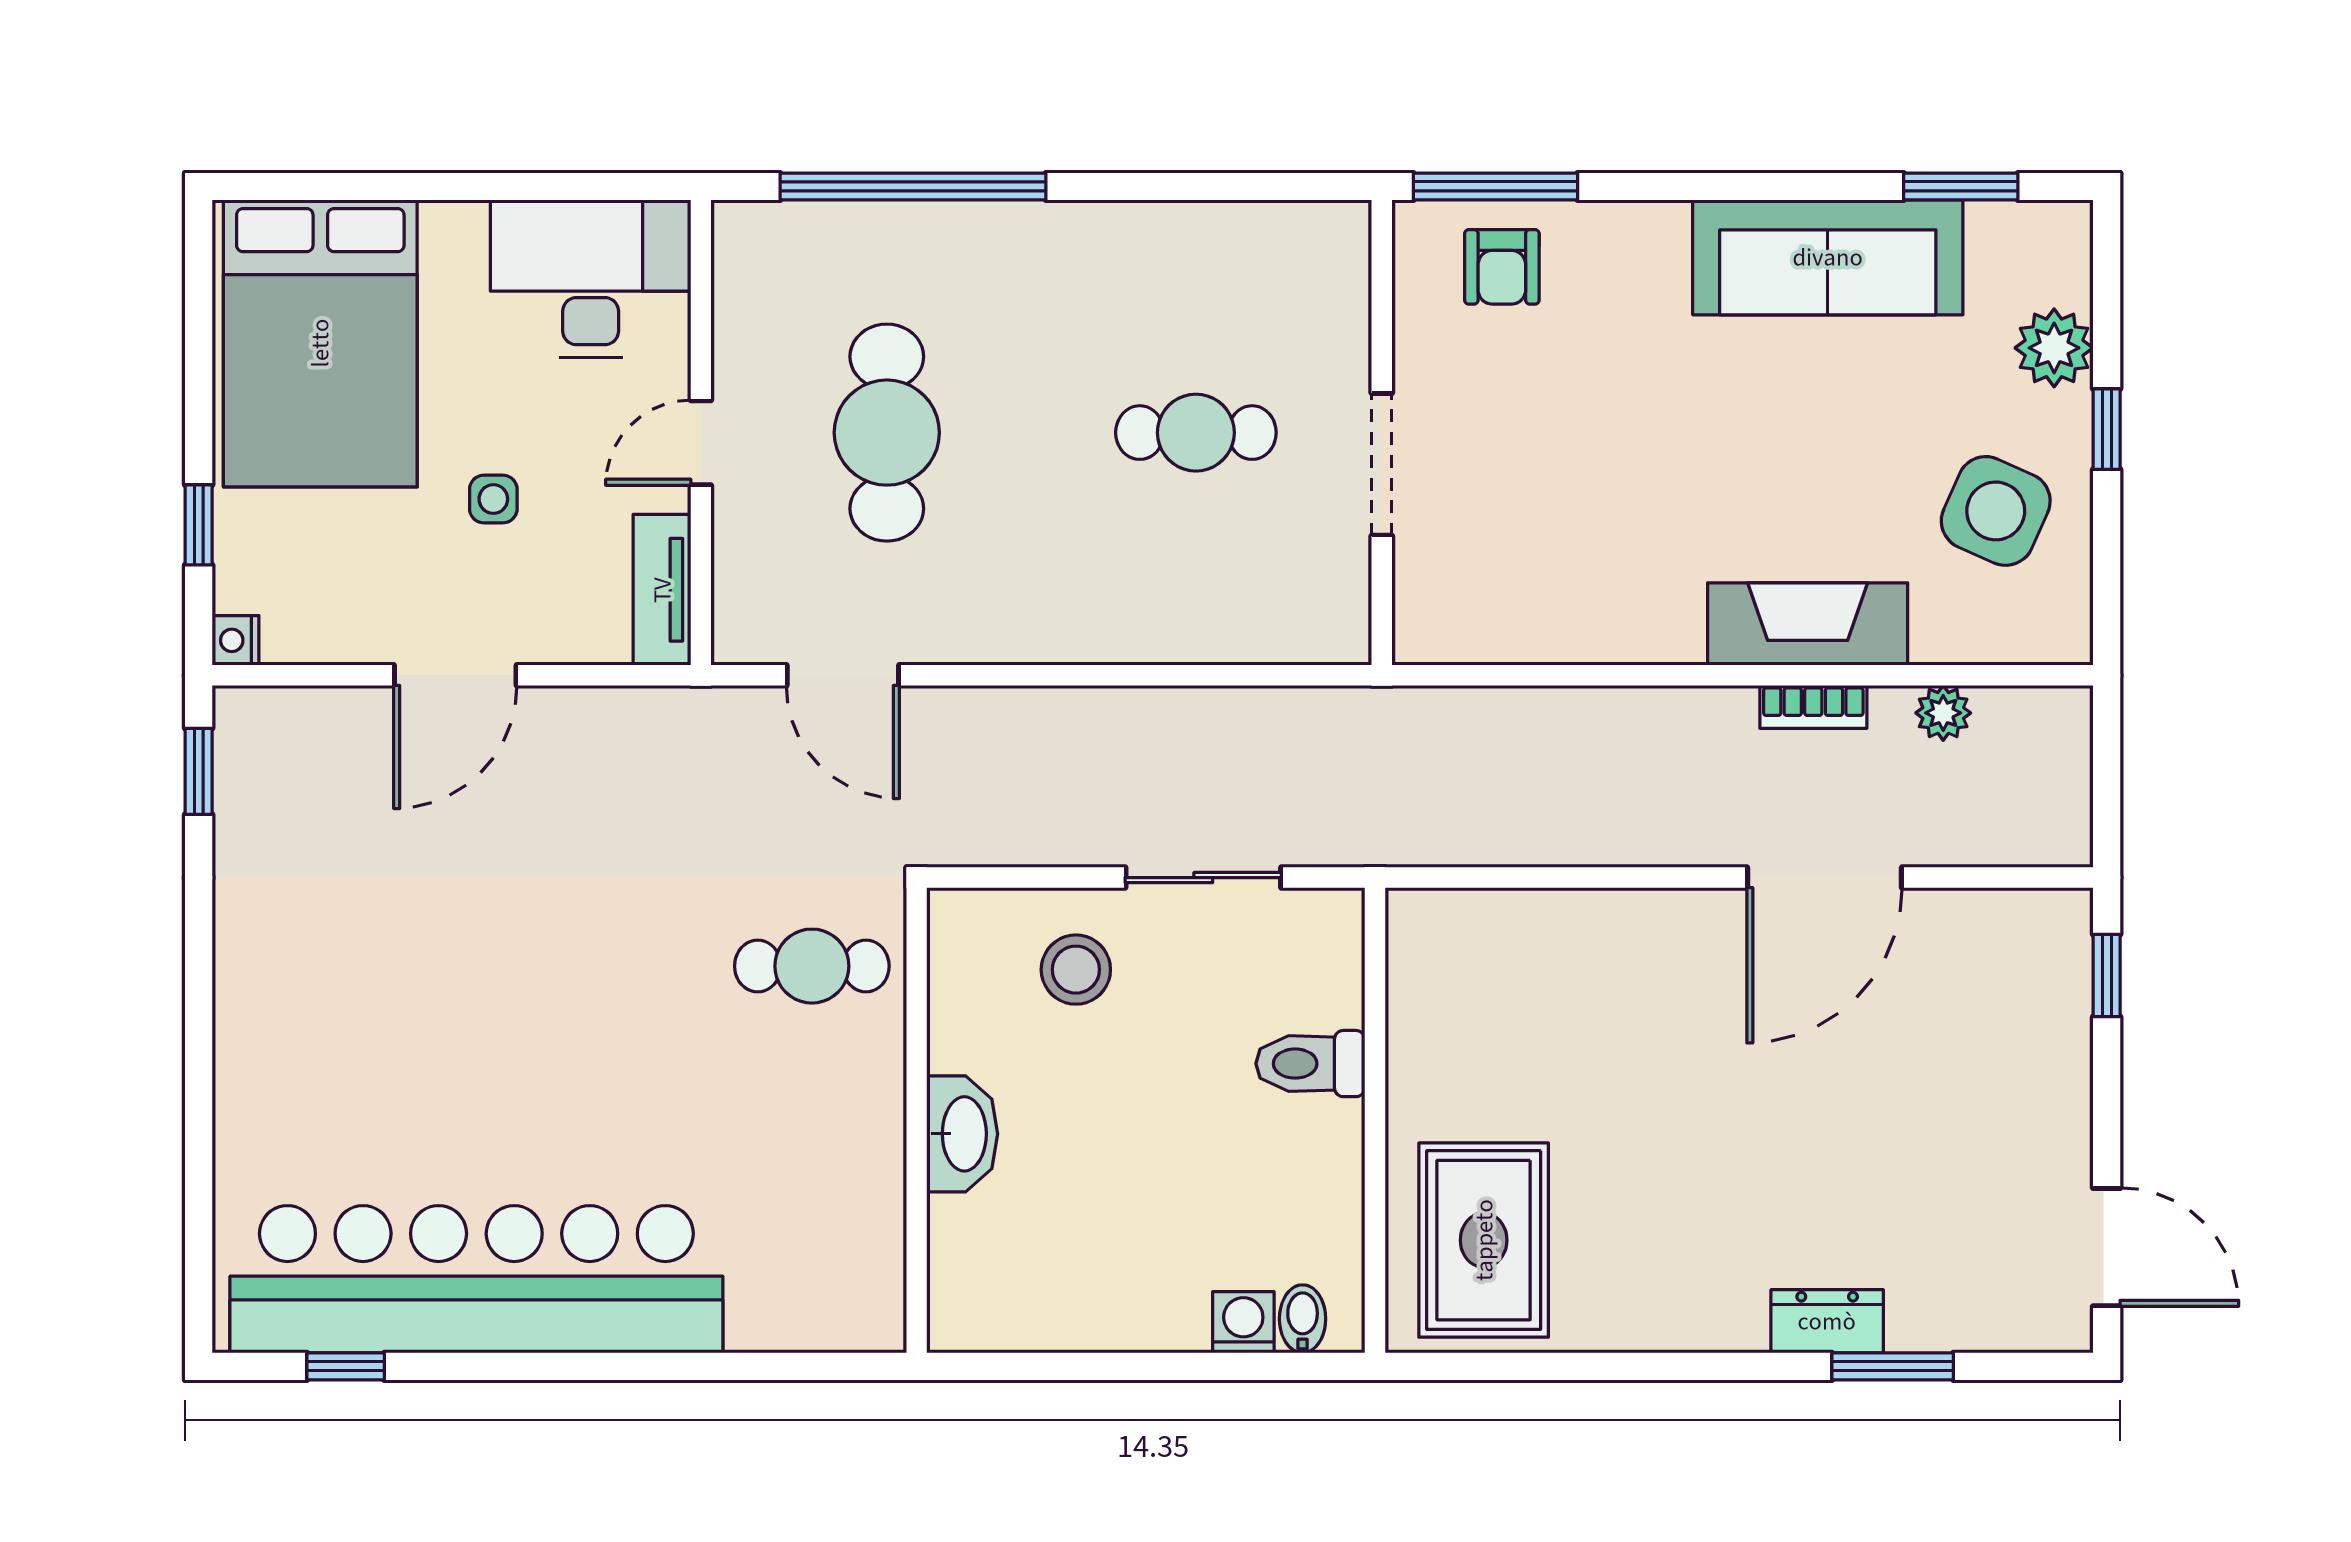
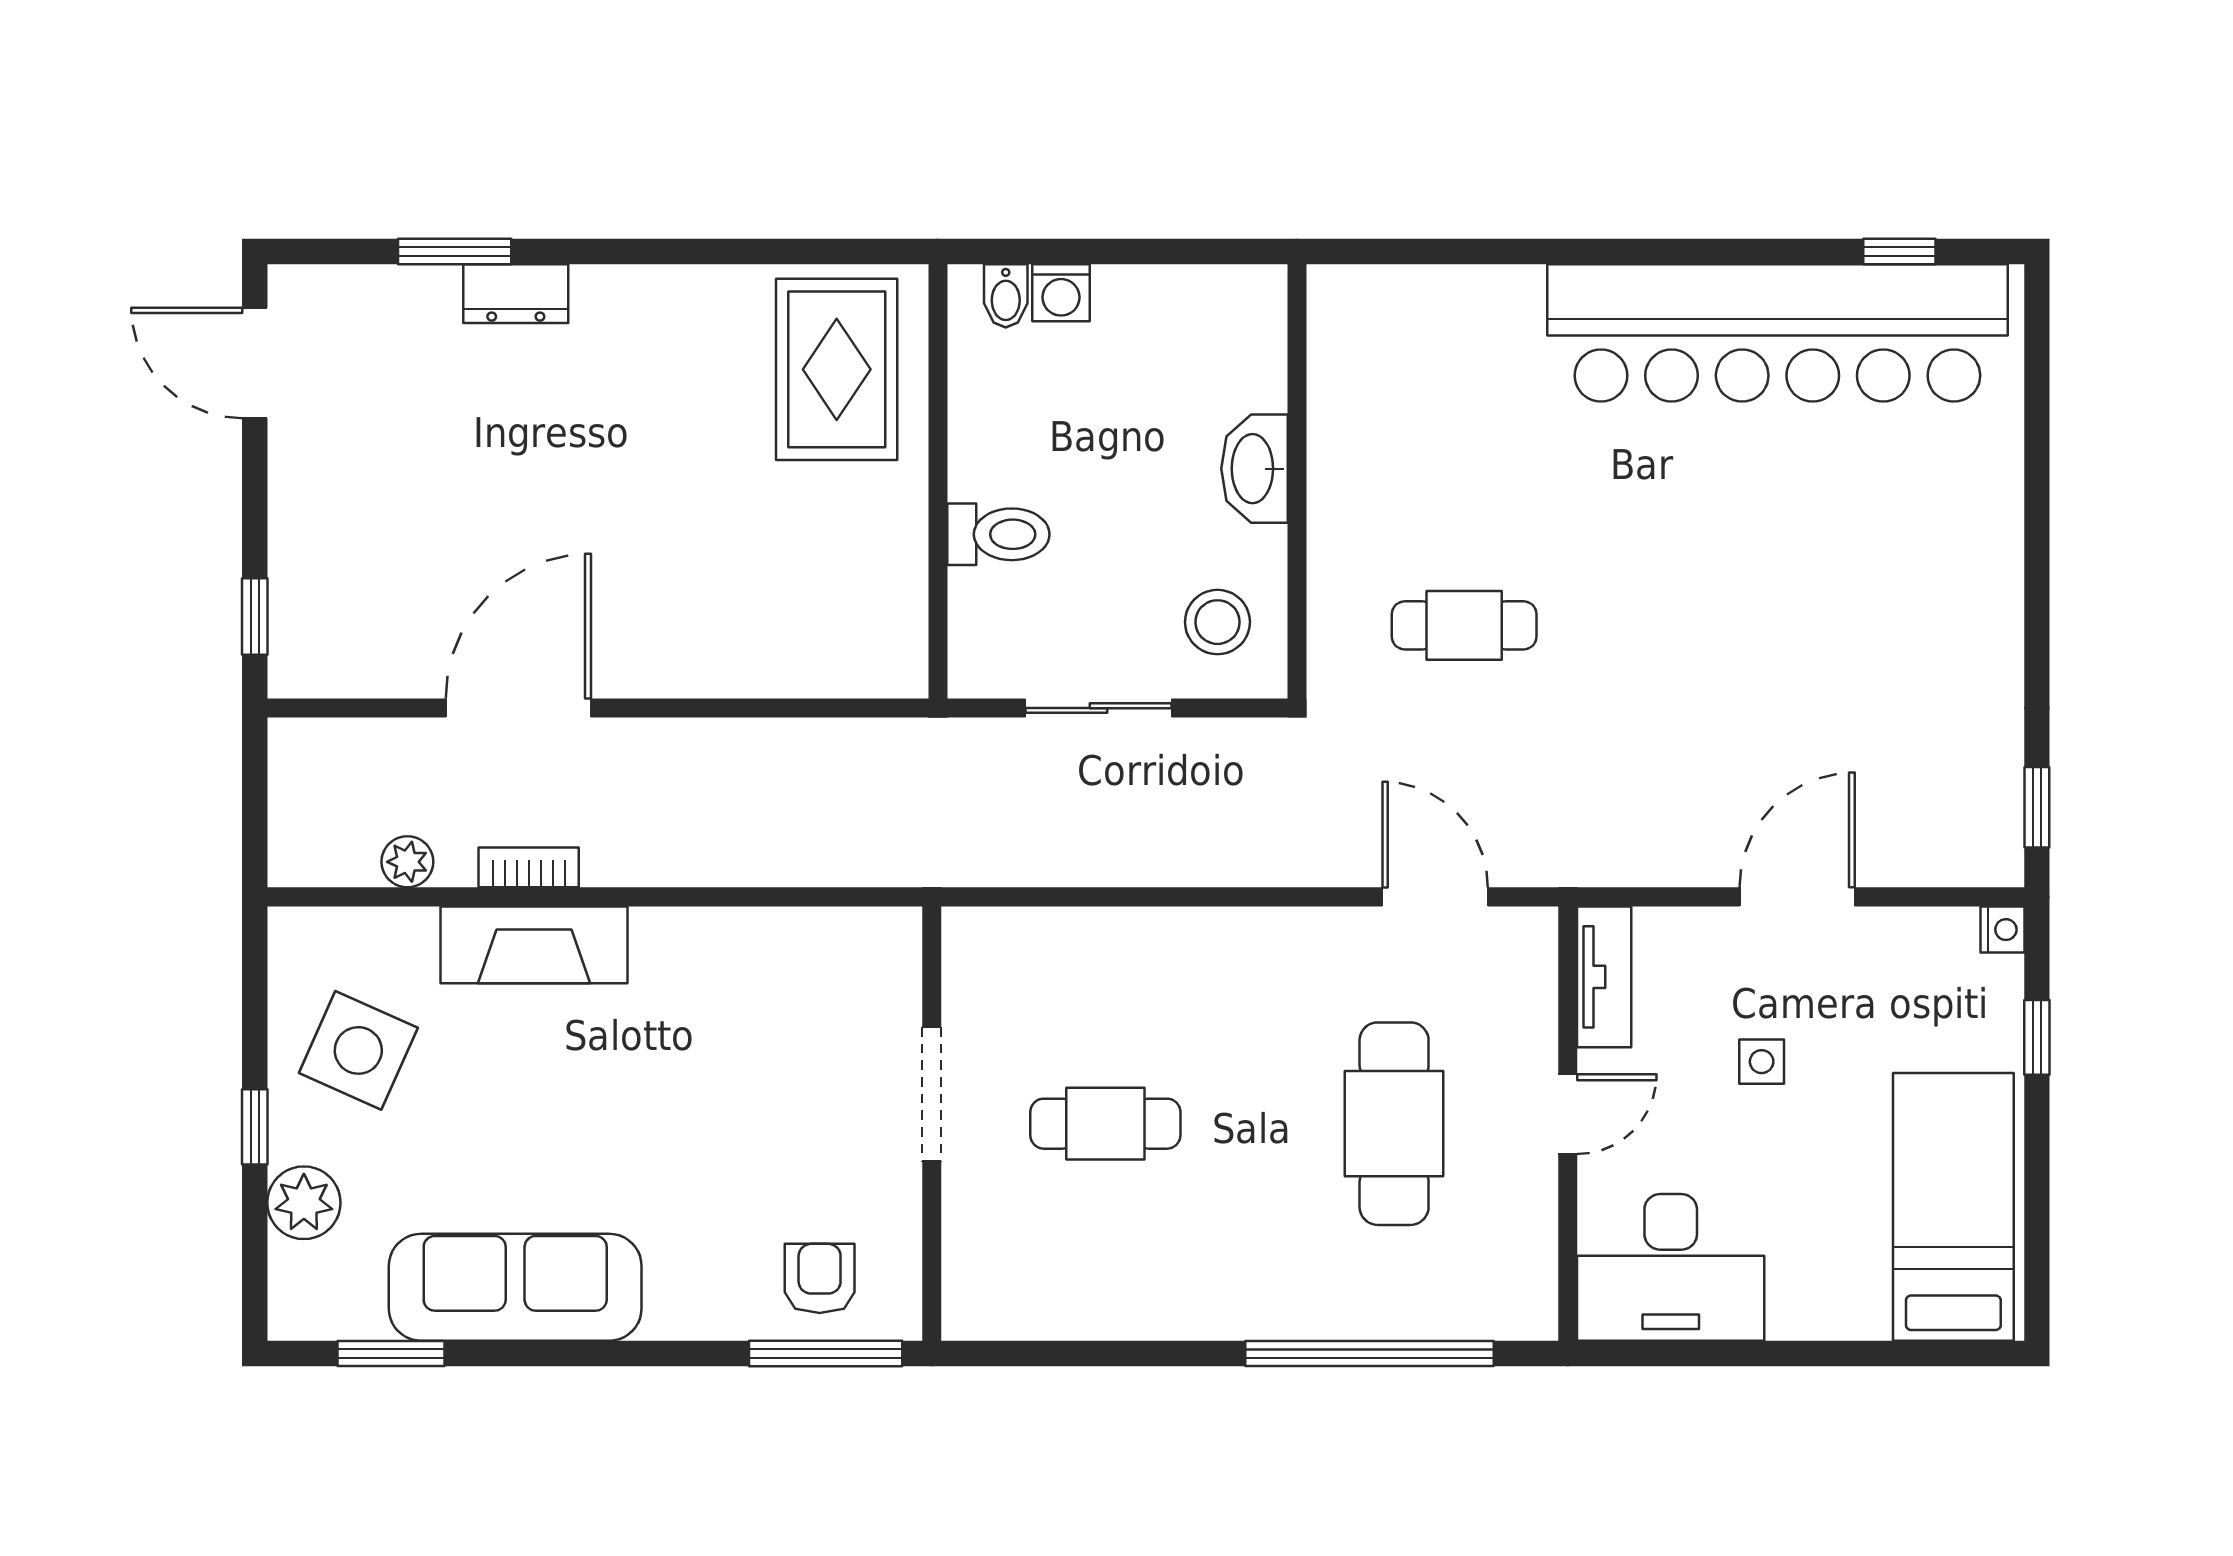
bed: (320, 343) -> (1953, 1207), width x0.67
wall: (917, 1120) -> (1297, 481), moved
washbasin: (962, 1134) -> (1254, 469), moved

